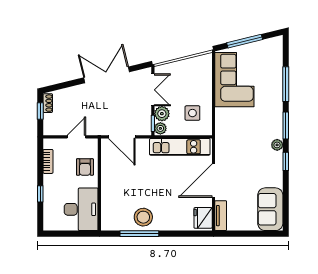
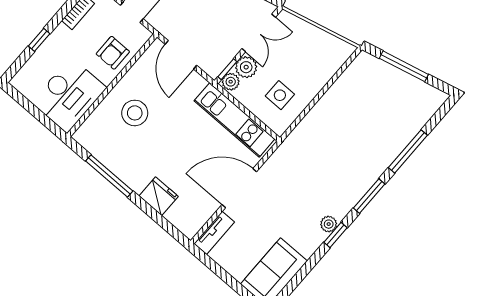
corner sofa: (234, 80) -> (357, 98), removed
plant: (277, 145) -> (329, 224), moved
stool: (143, 217) -> (135, 113), moved
fridge: (203, 218) -> (159, 196), moved, turned 90

